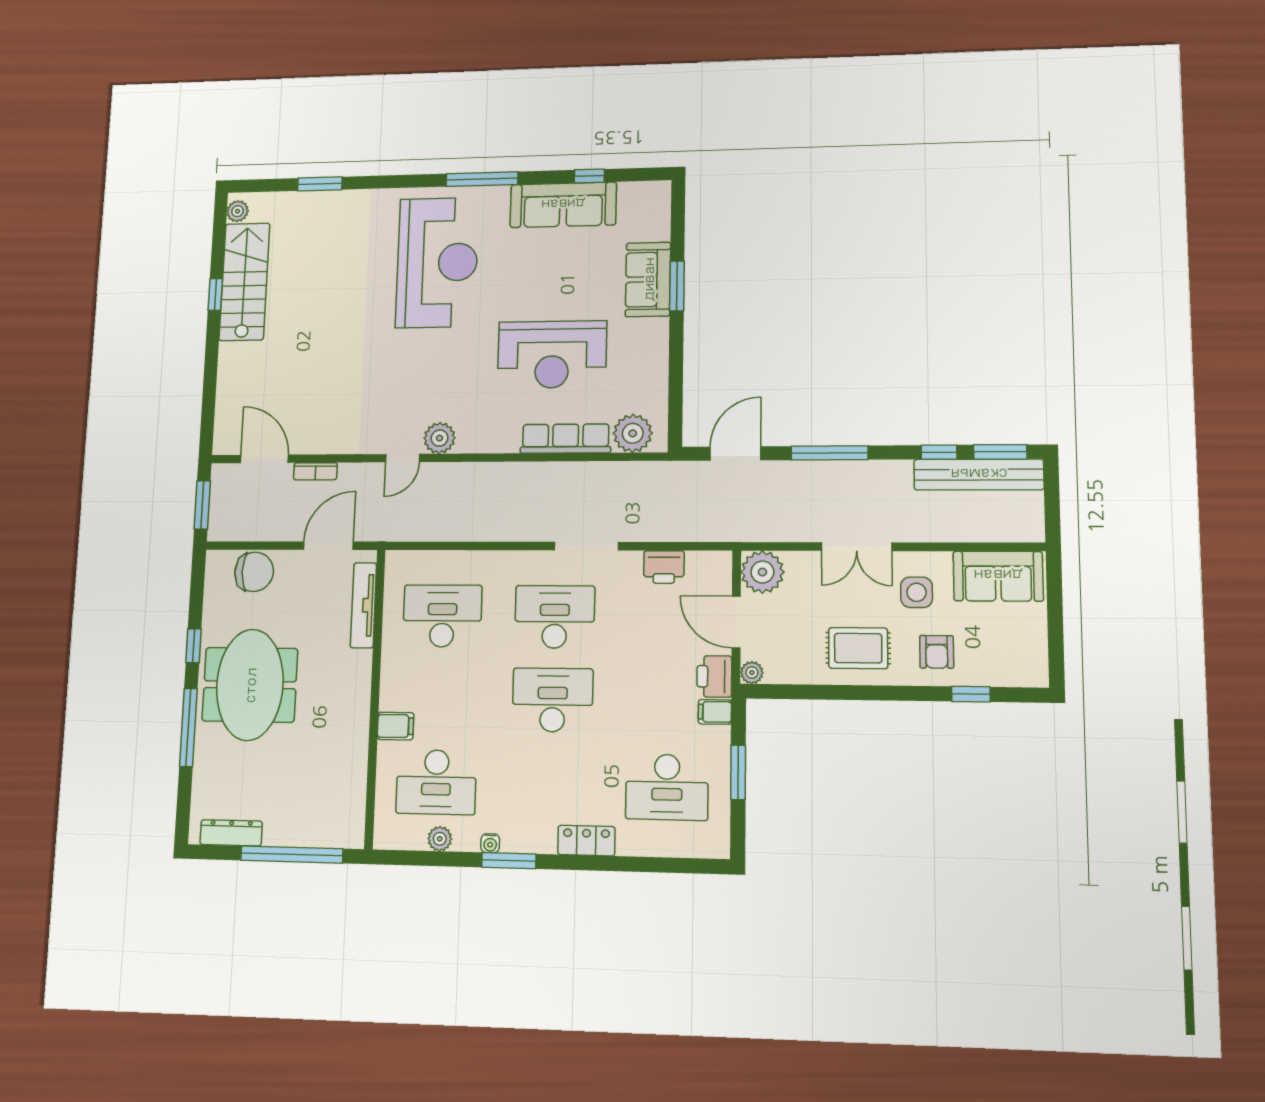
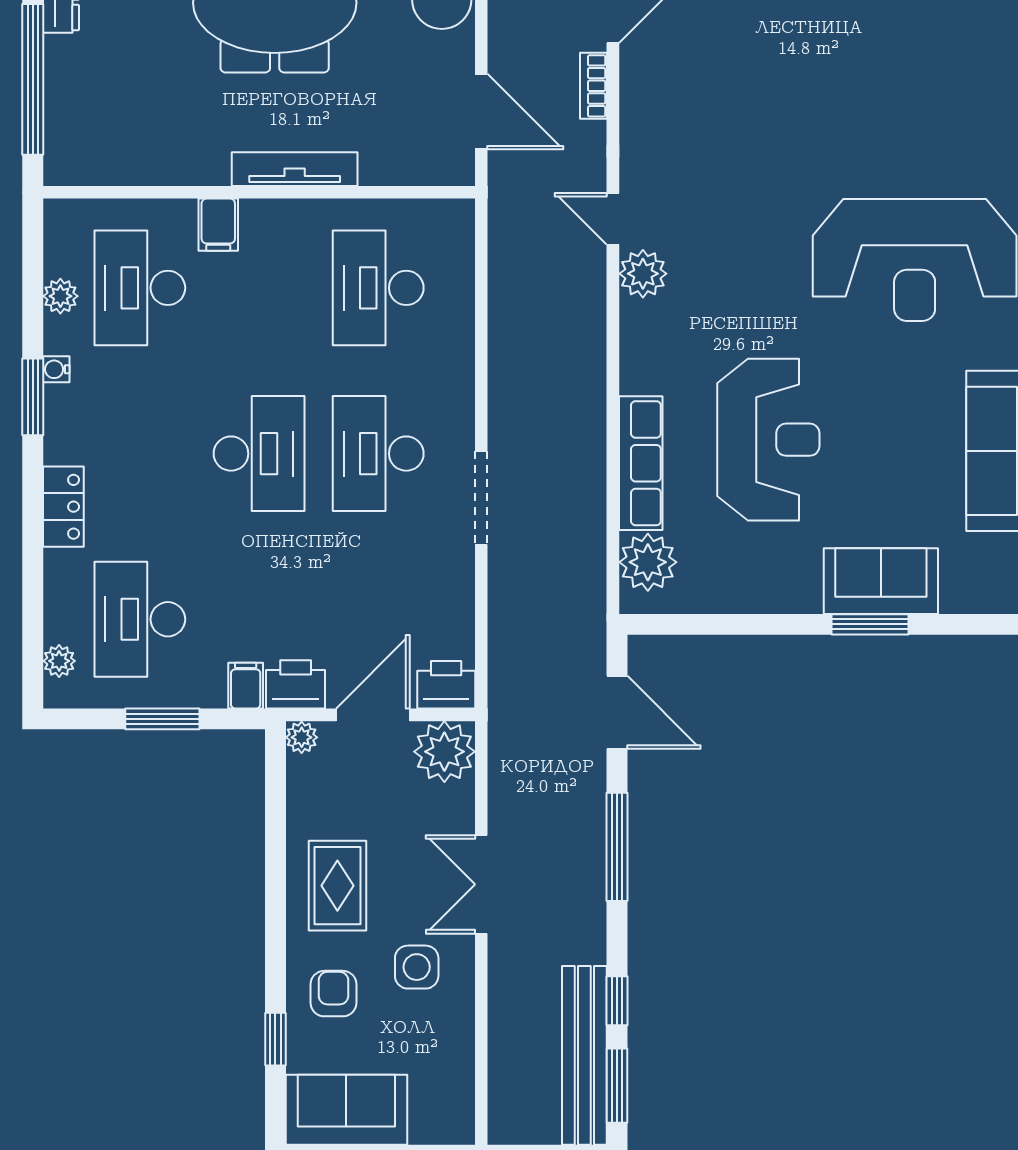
reception desk: (552, 354) -> (768, 440), turned 180
printer: (664, 567) -> (446, 685), moved, turned 90
sofa: (998, 576) -> (346, 1110), moved, turned 90
tv unit: (363, 605) -> (295, 169), moved
desk: (442, 616) -> (378, 288), turned 180
desk: (555, 617) -> (378, 454), turned 180
armchair: (937, 652) -> (334, 994), turned 90
plant: (696, 847) -> (59, 661), added

